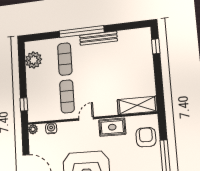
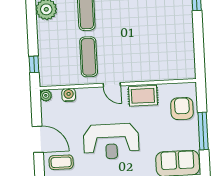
shelving: (137, 105) -> (173, 71), removed
door: (86, 119) -> (112, 85), swing flipped

